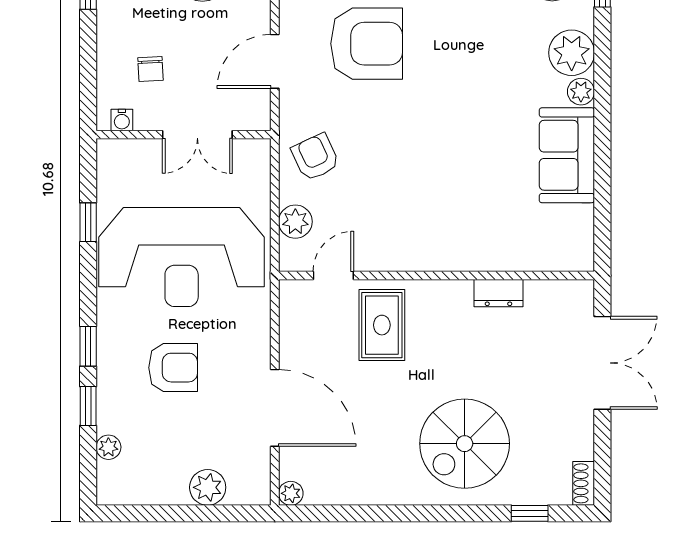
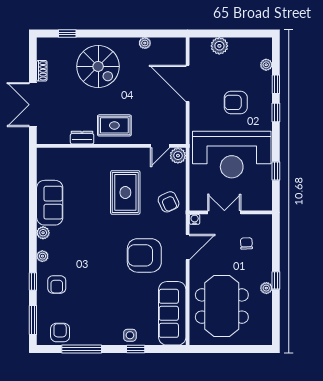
plant: (572, 53) -> (42, 256), width x0.53, depth x0.53
water cooler: (122, 120) -> (195, 219), moved
rug: (407, 177) -> (125, 192), added
plant: (295, 222) -> (178, 156), moved
reception desk: (182, 257) -> (232, 155), turned 180
rug: (382, 325) -> (114, 125), moved, turned 90
spiral stairs: (465, 444) -> (98, 66), turned 90
shoe rack: (584, 483) -> (42, 71), moved
plant: (291, 493) -> (145, 43), moved

